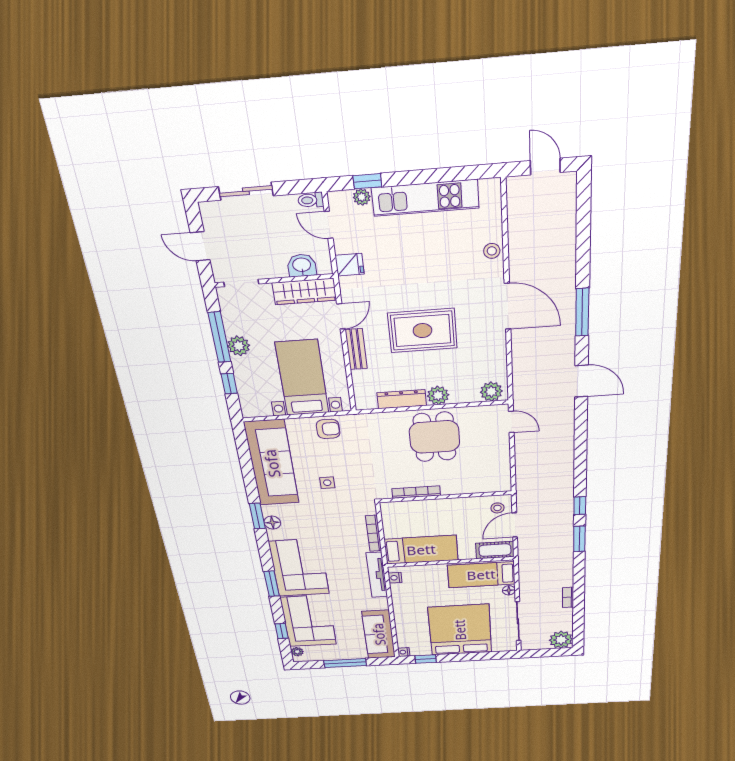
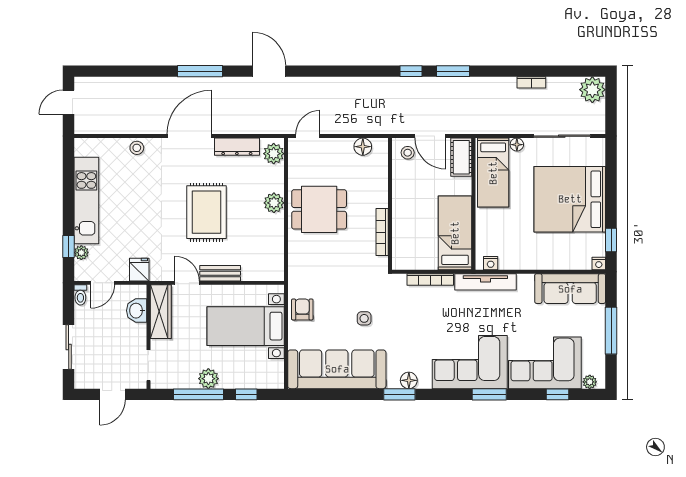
door: (581, 381) -> (269, 71), hinge flipped
dresser: (402, 399) -> (237, 147), moved, turned -90
floor lamp: (502, 471) -> (363, 147), added

